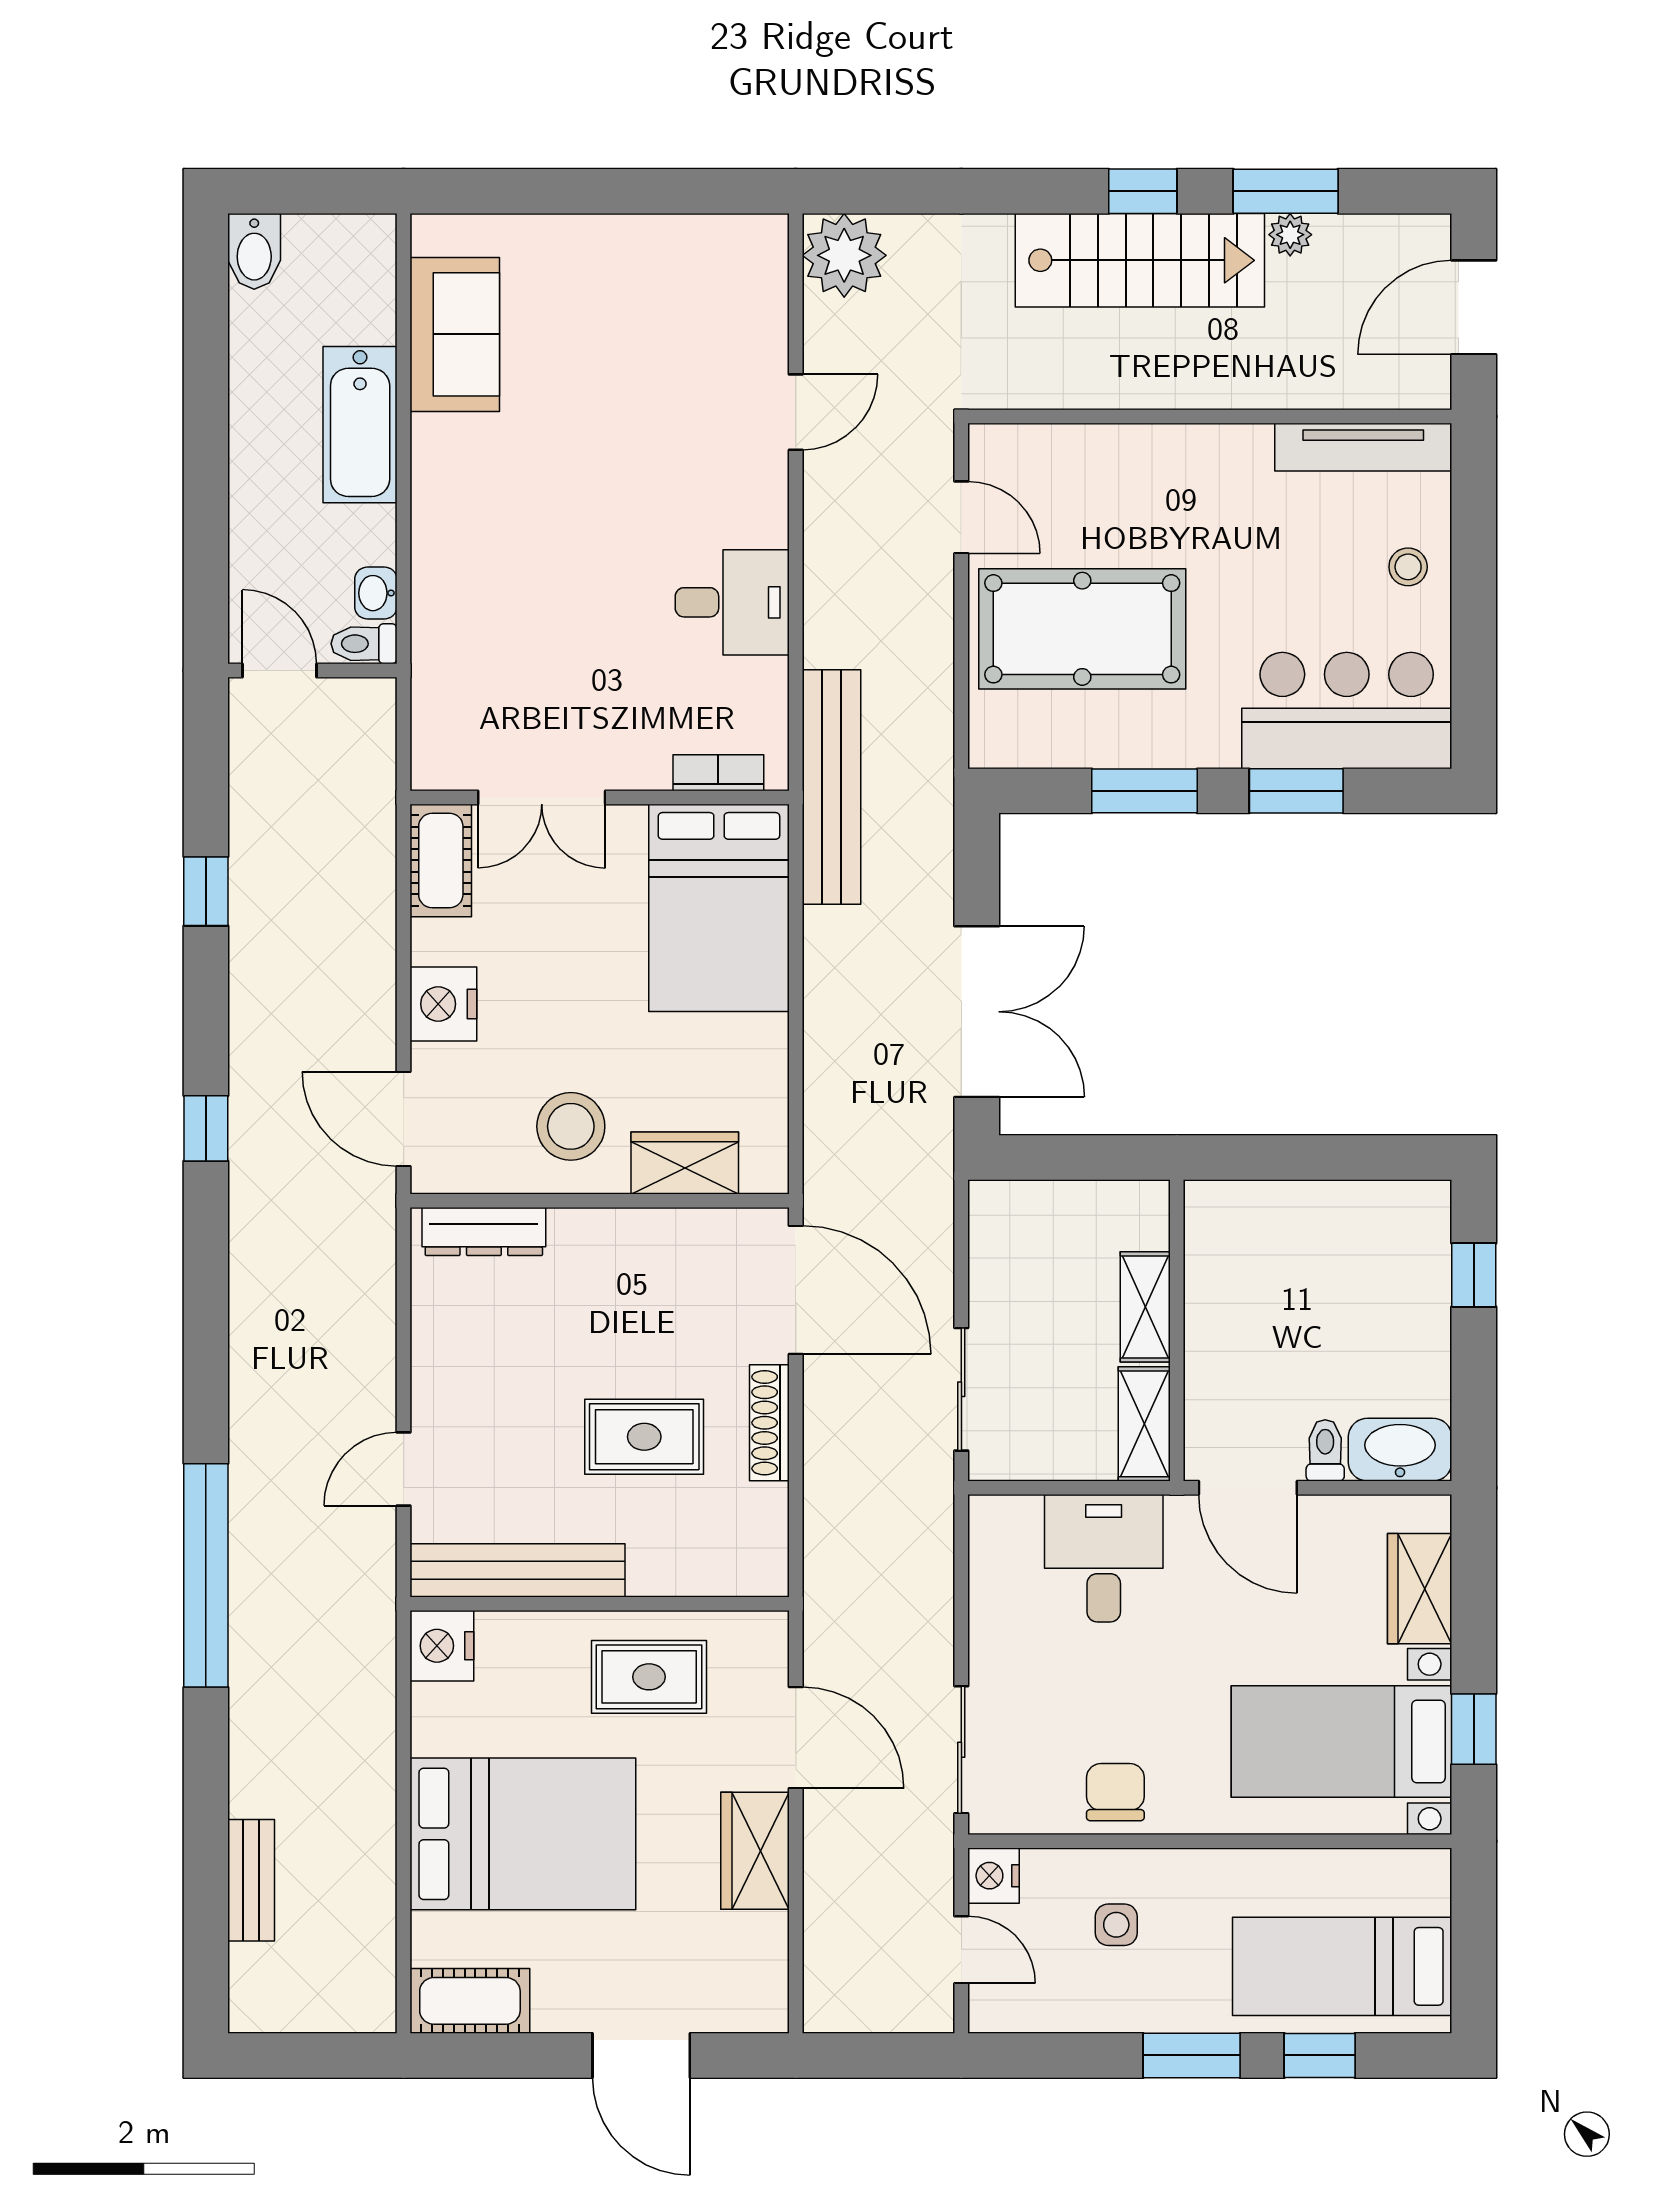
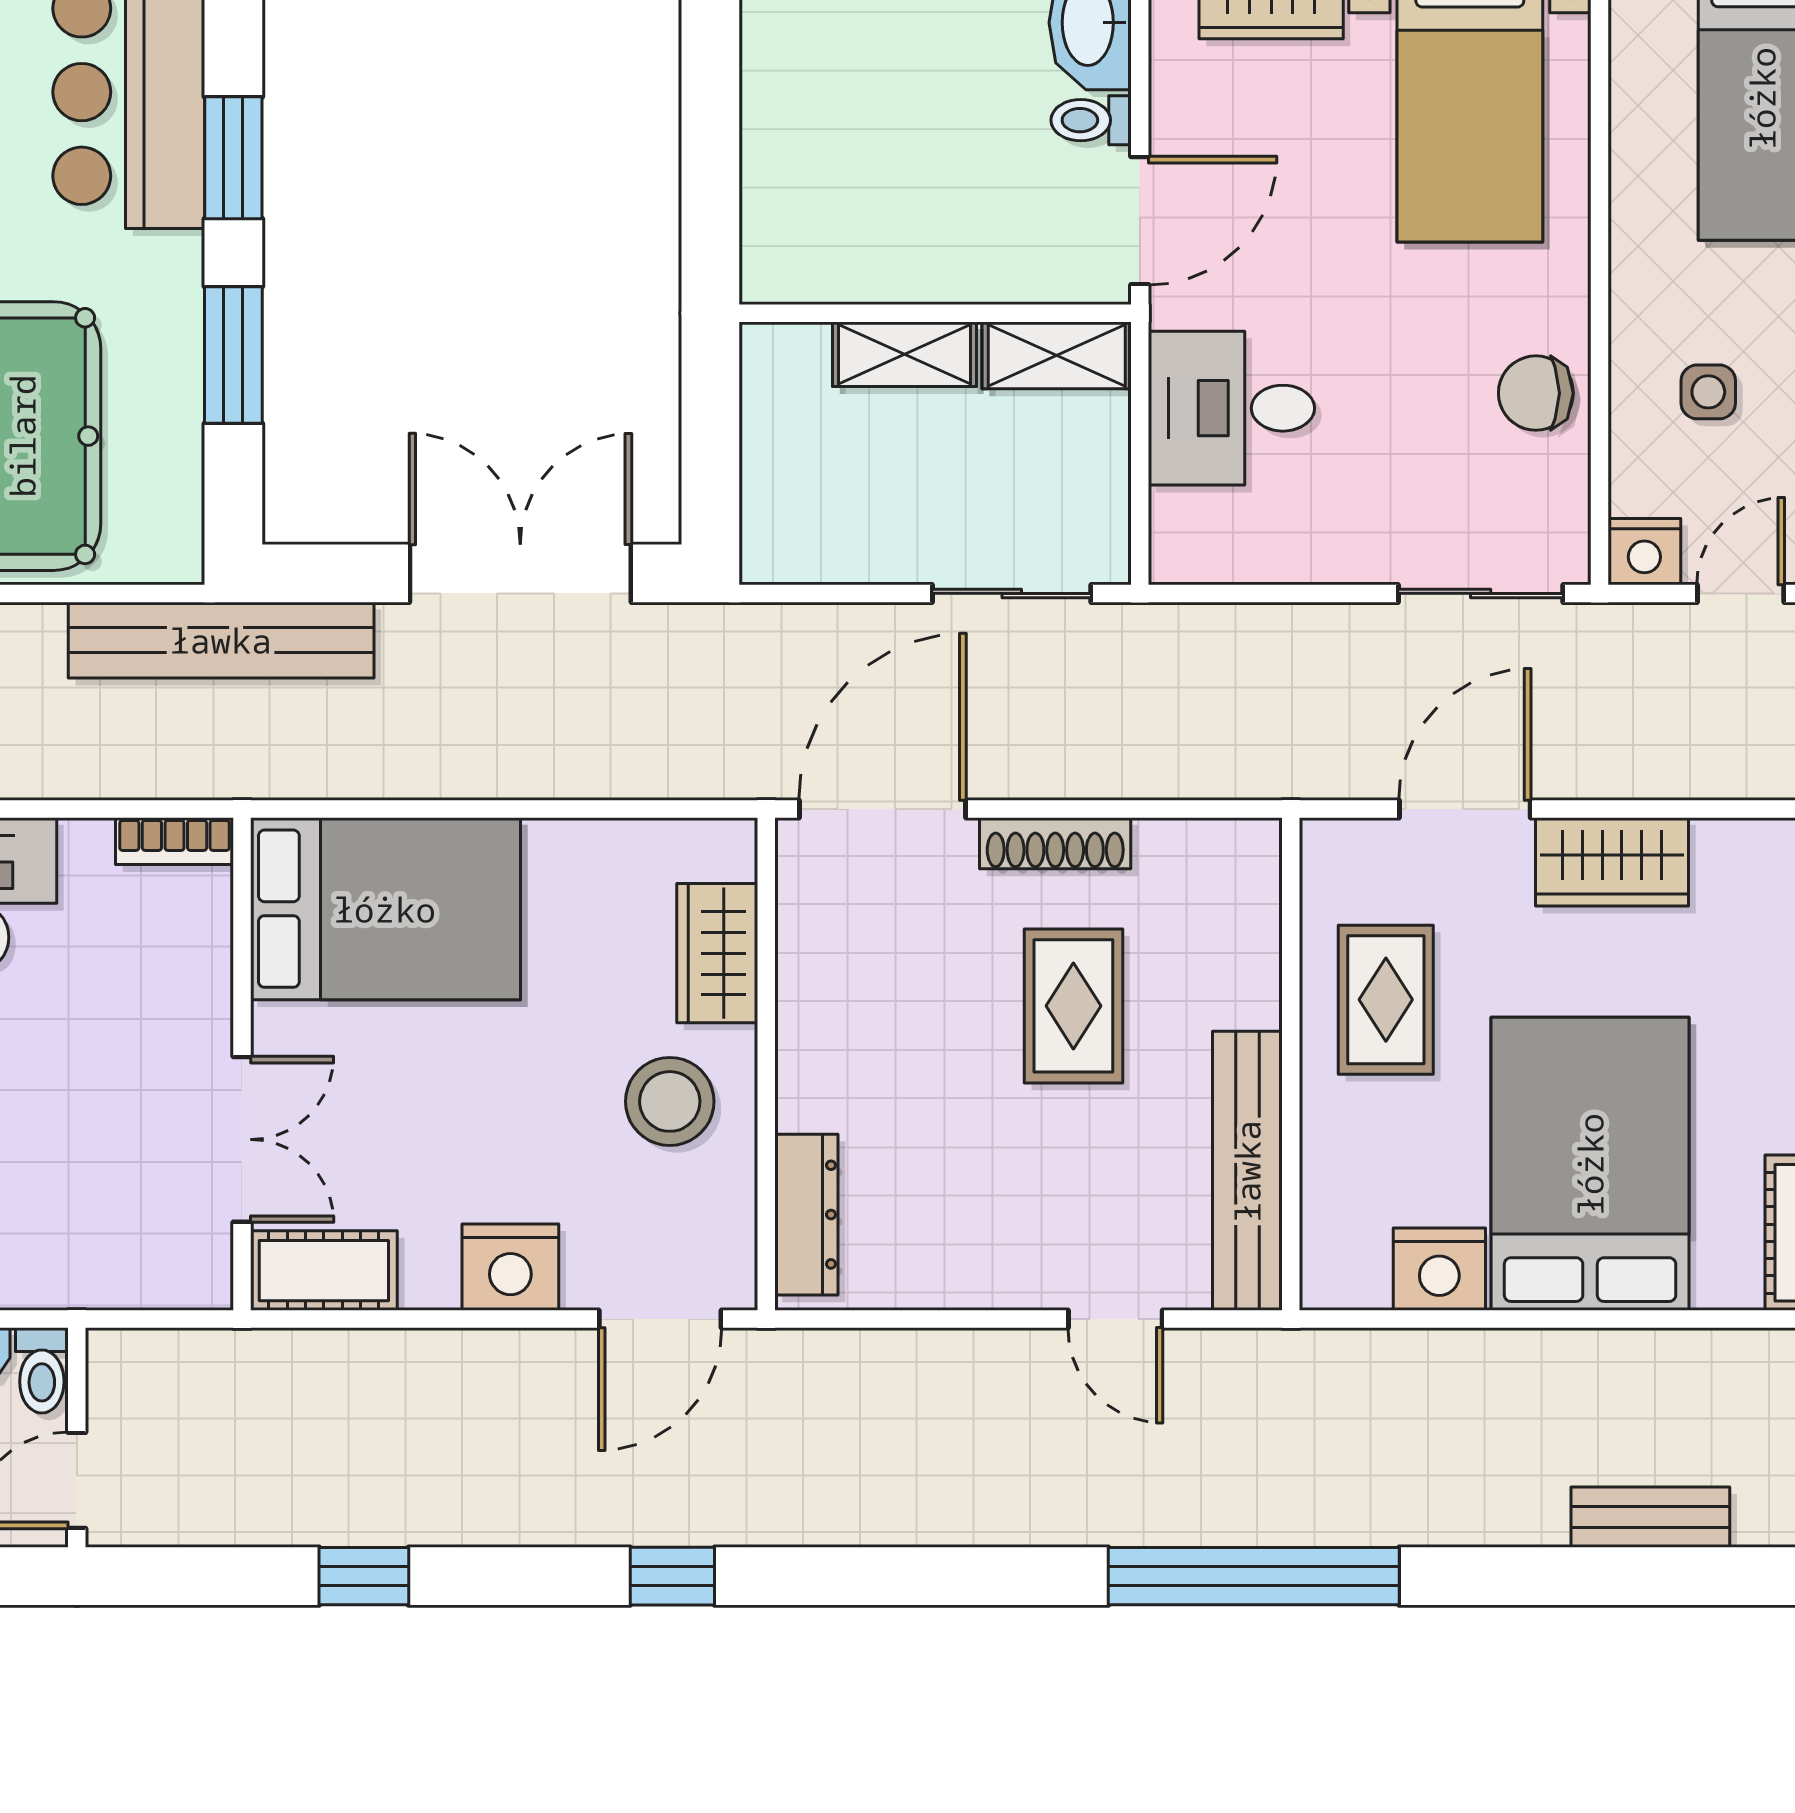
bookcase: (718, 773) -> (174, 841), moved, turned -90
bench: (831, 787) -> (221, 640), moved
nightstand: (442, 1646) -> (1439, 1269), moved

